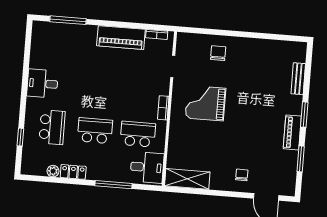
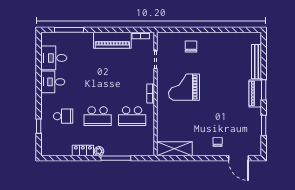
bench: (298, 79) -> (257, 62), width x1.36
school desk: (52, 127) -> (63, 116), width x0.54
school desk: (95, 131) -> (98, 116), turned 180
piano: (292, 132) -> (255, 93), moved
school desk: (138, 134) -> (132, 116), turned 180
desk: (147, 167) -> (54, 58), moved, turned 180
plant: (53, 171) -> (99, 151), moved

